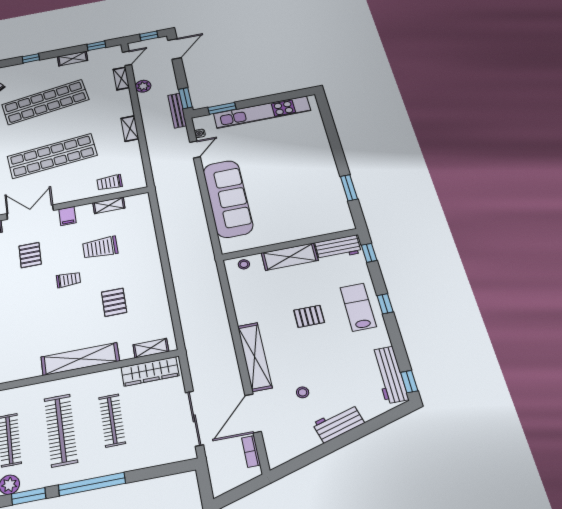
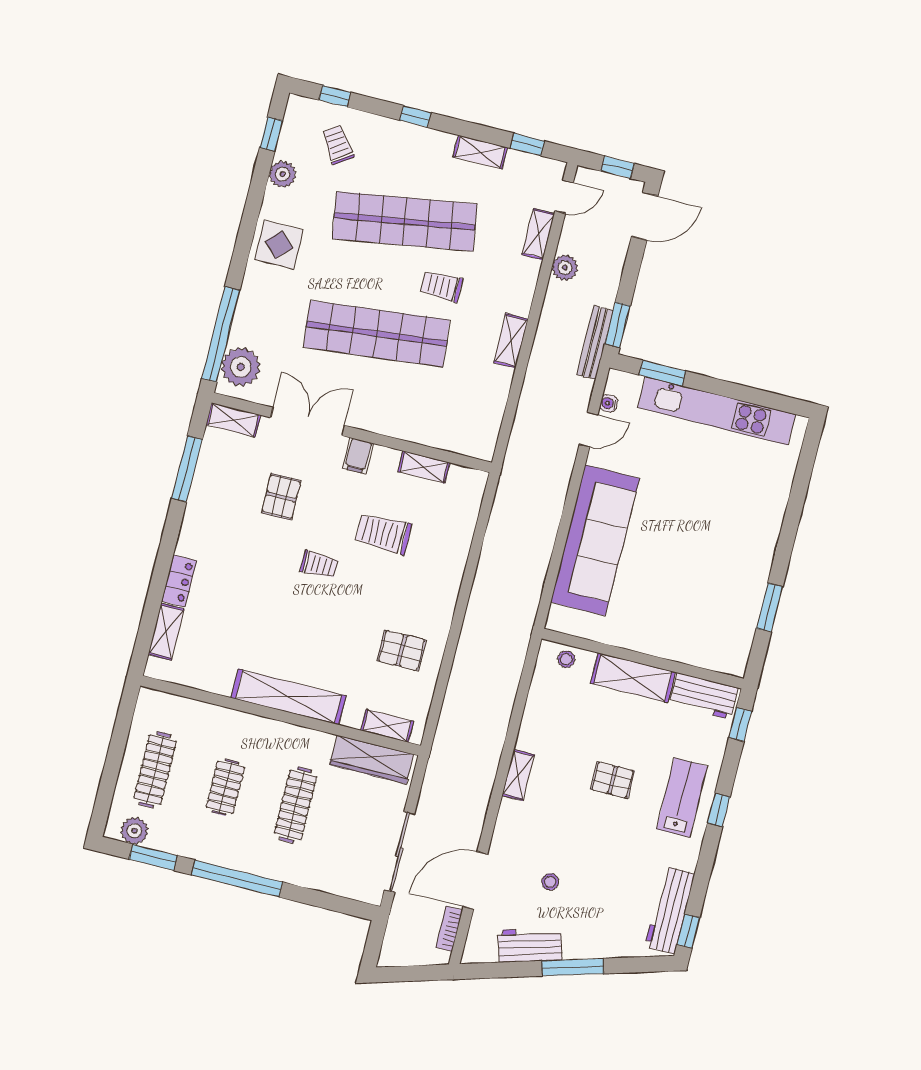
trolley: (110, 183) -> (441, 286), moved
pallet: (114, 302) -> (402, 650), moved, turned 90
shelving: (255, 357) -> (518, 775), width x0.45, depth x0.75
workbench: (338, 423) -> (530, 945), moved
clothes rail: (61, 430) -> (225, 787), width x0.54, depth x0.76
window: (347, 438) -> (573, 967), added

